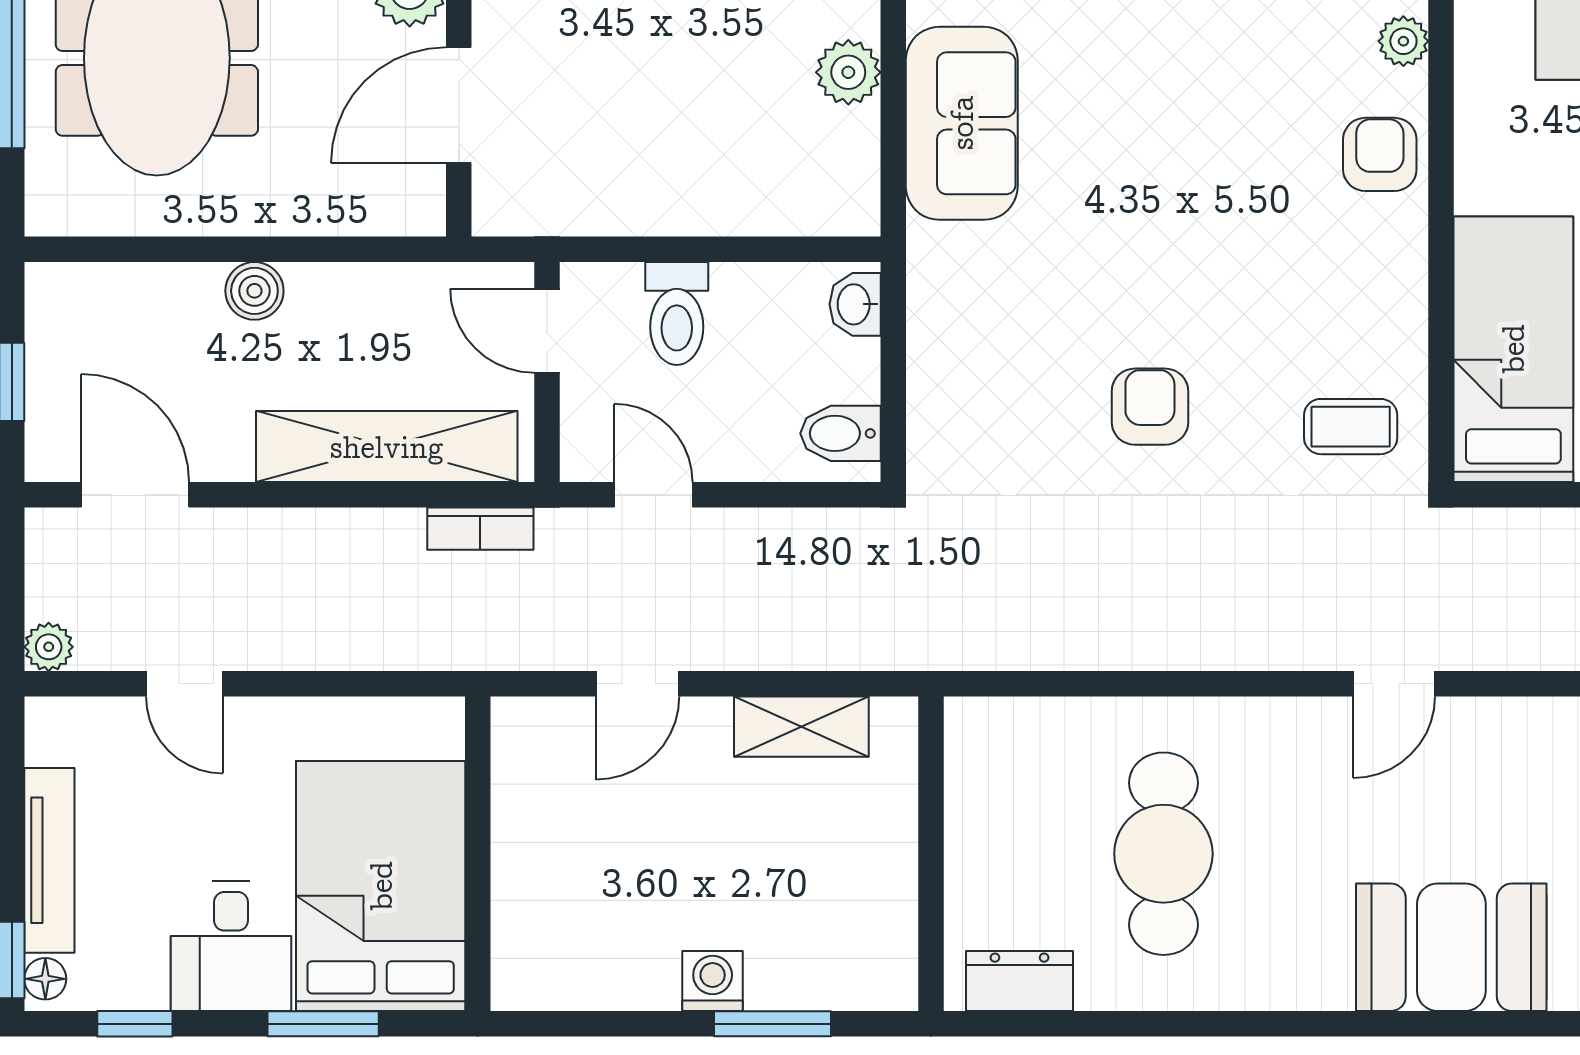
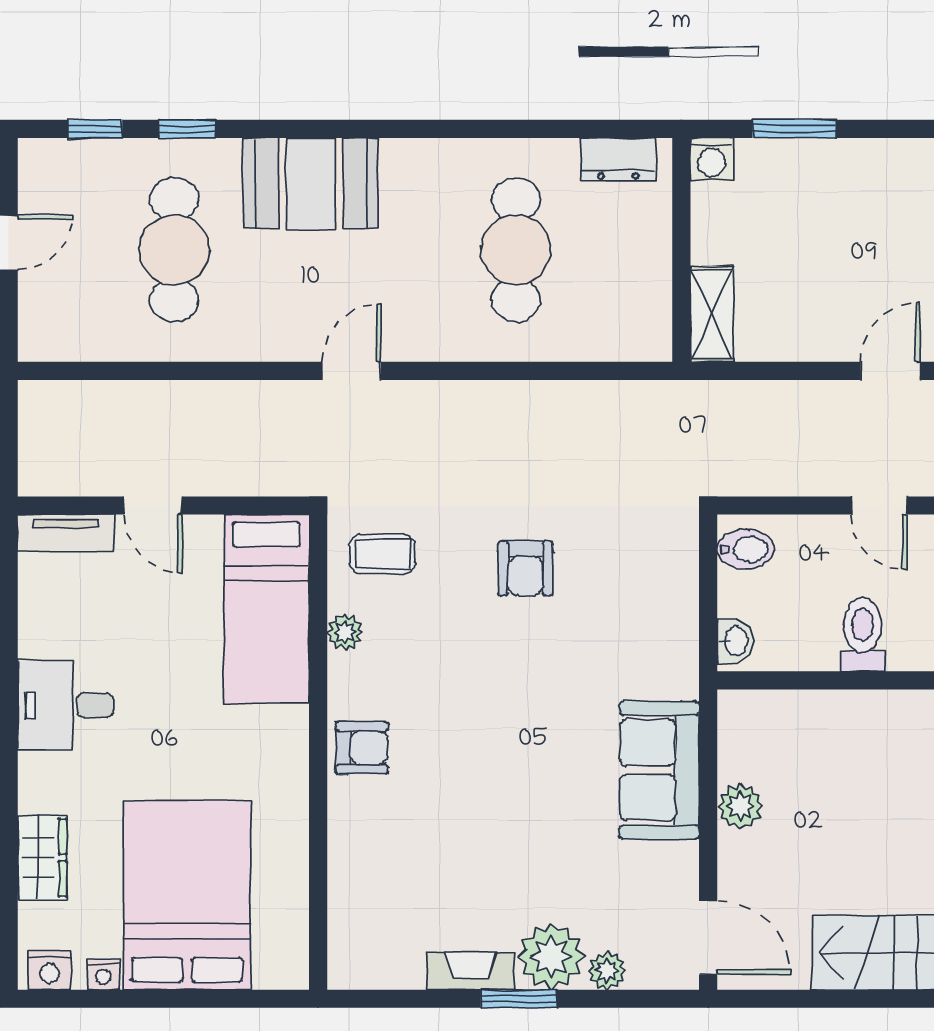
plant: (1403, 41) -> (345, 632), moved
armchair: (1380, 154) -> (362, 748), turned -90
shelving: (801, 727) -> (712, 314), moved, turned 90
washing machine: (713, 981) -> (712, 159), moved

